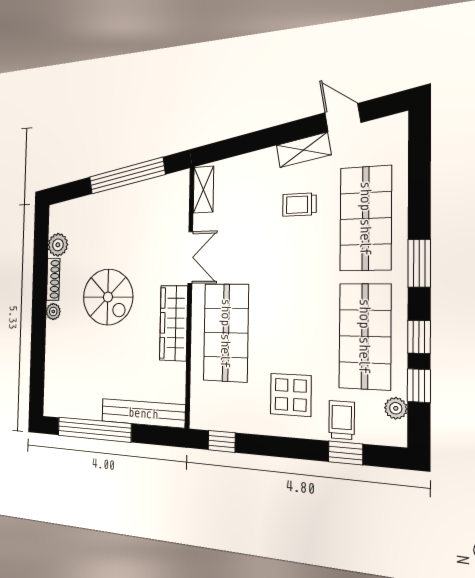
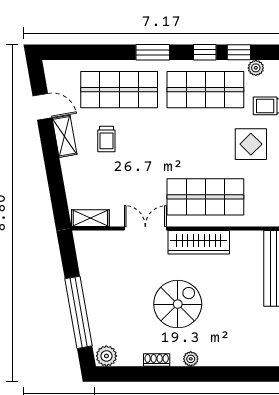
door: (343, 118) -> (42, 107), swing flipped
window: (127, 176) -> (79, 312), moved
plant: (58, 245) -> (106, 356), moved
shoe rack: (53, 279) -> (157, 360), width x0.70

